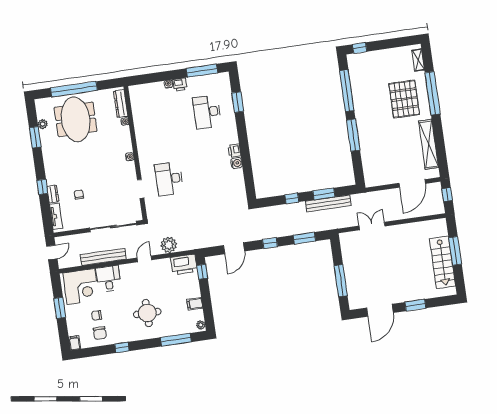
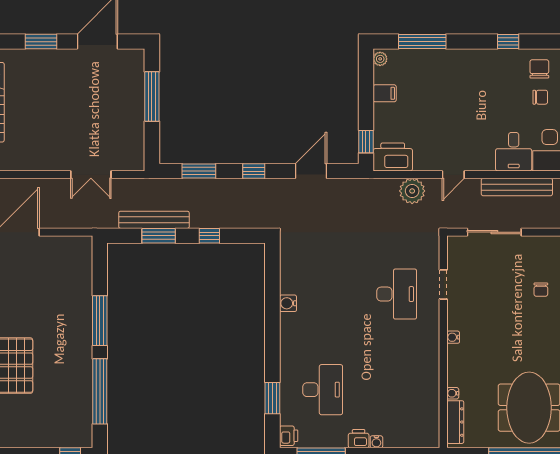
printer: (234, 151) -> (289, 436), moved
sliding door: (113, 226) -> (494, 232), width x0.73
round table: (147, 313) -> (461, 90), removed

